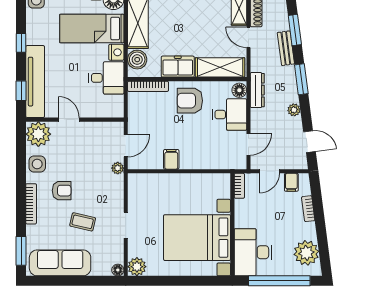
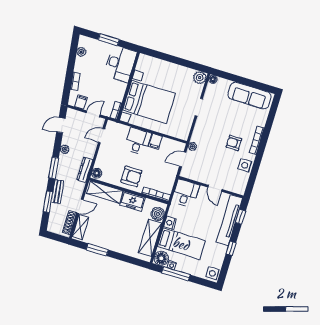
door: (248, 37) -> (80, 206), hinge flipped
desk: (106, 78) -> (185, 193), moved, turned 90
desk: (229, 115) -> (138, 141), moved, turned 90
plant: (38, 134) -> (238, 185), removed
door: (309, 142) -> (61, 125), hinge flipped
coffee table: (83, 222) -> (226, 118), removed
bed with nightstands: (197, 238) -> (149, 102), moved
window: (21, 251) -> (273, 111), removed
plant: (306, 253) -> (81, 52), width x0.53, depth x0.53
window: (279, 281) -> (109, 40), width x0.47

